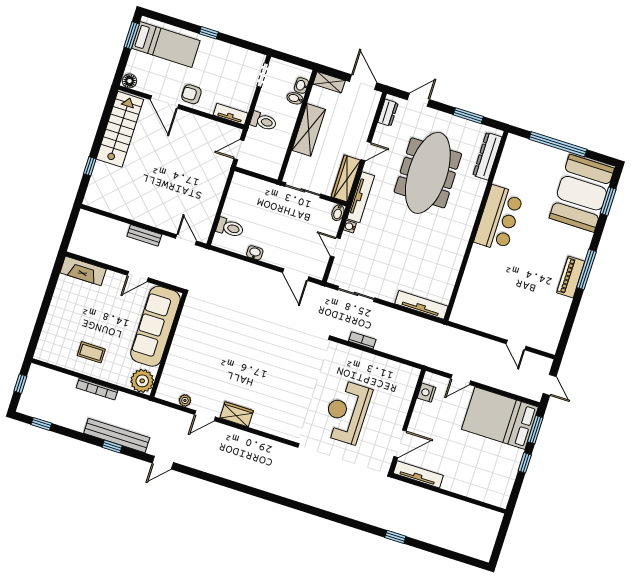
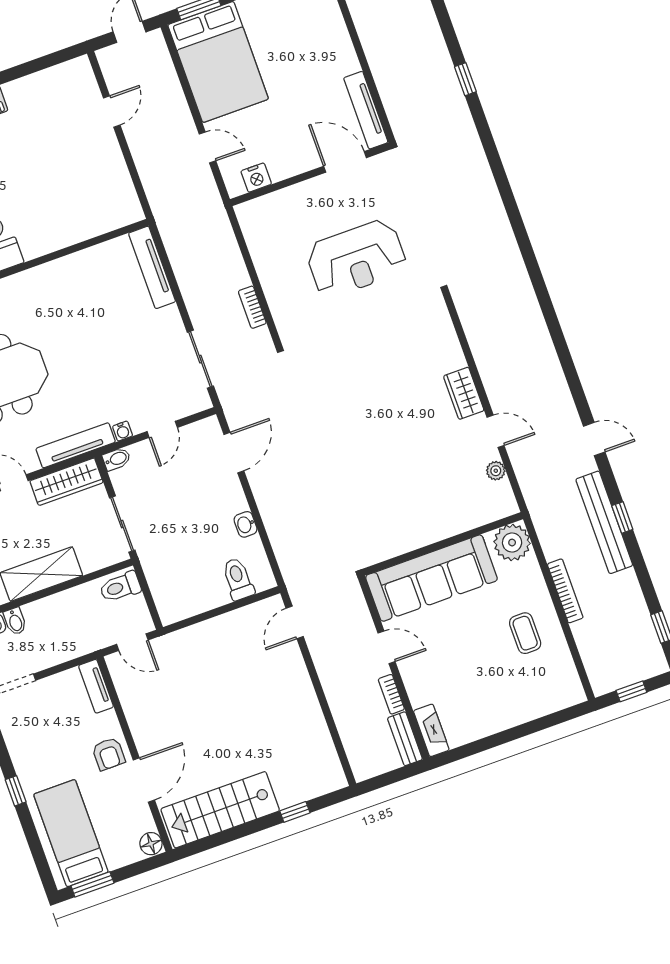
toilet: (263, 121) -> (120, 587), moved, turned -90
bench: (144, 235) -> (405, 739), moved
bookcase: (112, 261) -> (391, 694), added
fireplace: (83, 271) -> (431, 730), width x0.73, depth x0.76

